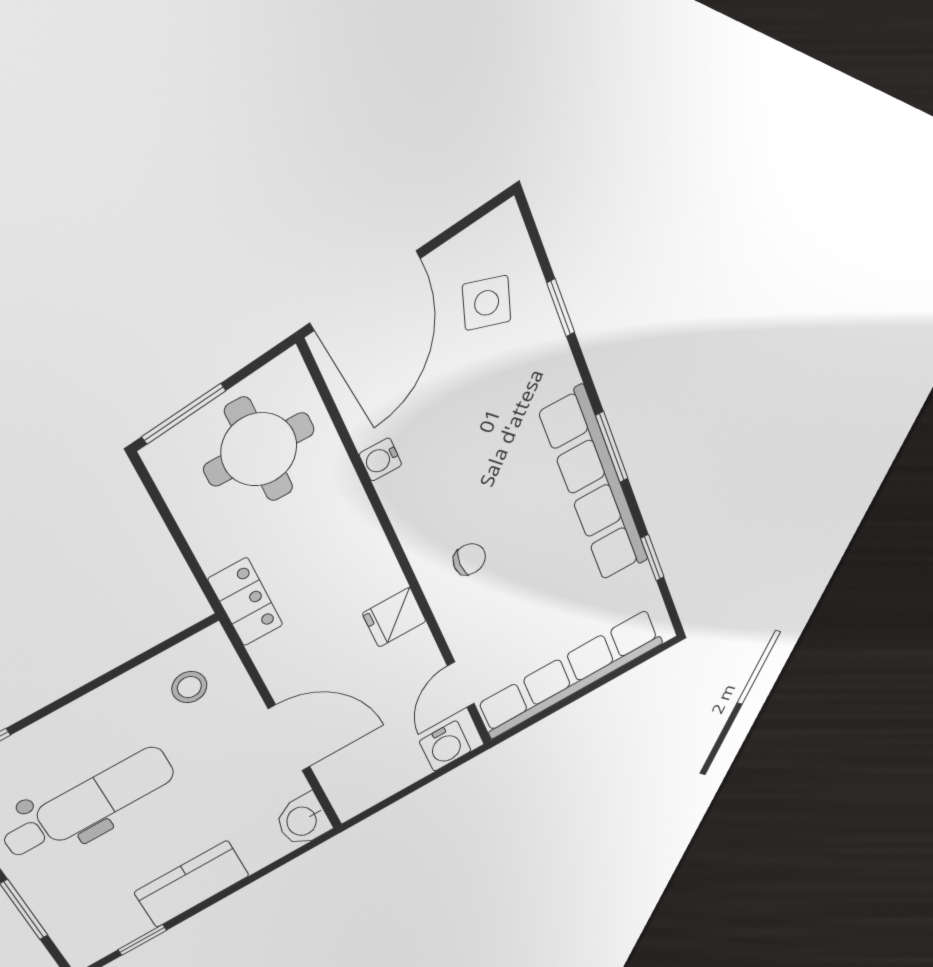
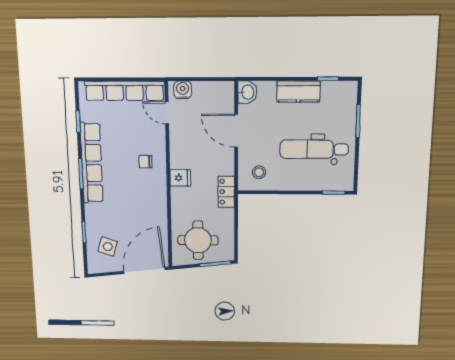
water cooler: (380, 459) -> (161, 215), removed
fridge: (394, 617) -> (180, 178), moved
door: (461, 685) -> (167, 113), swing flipped

